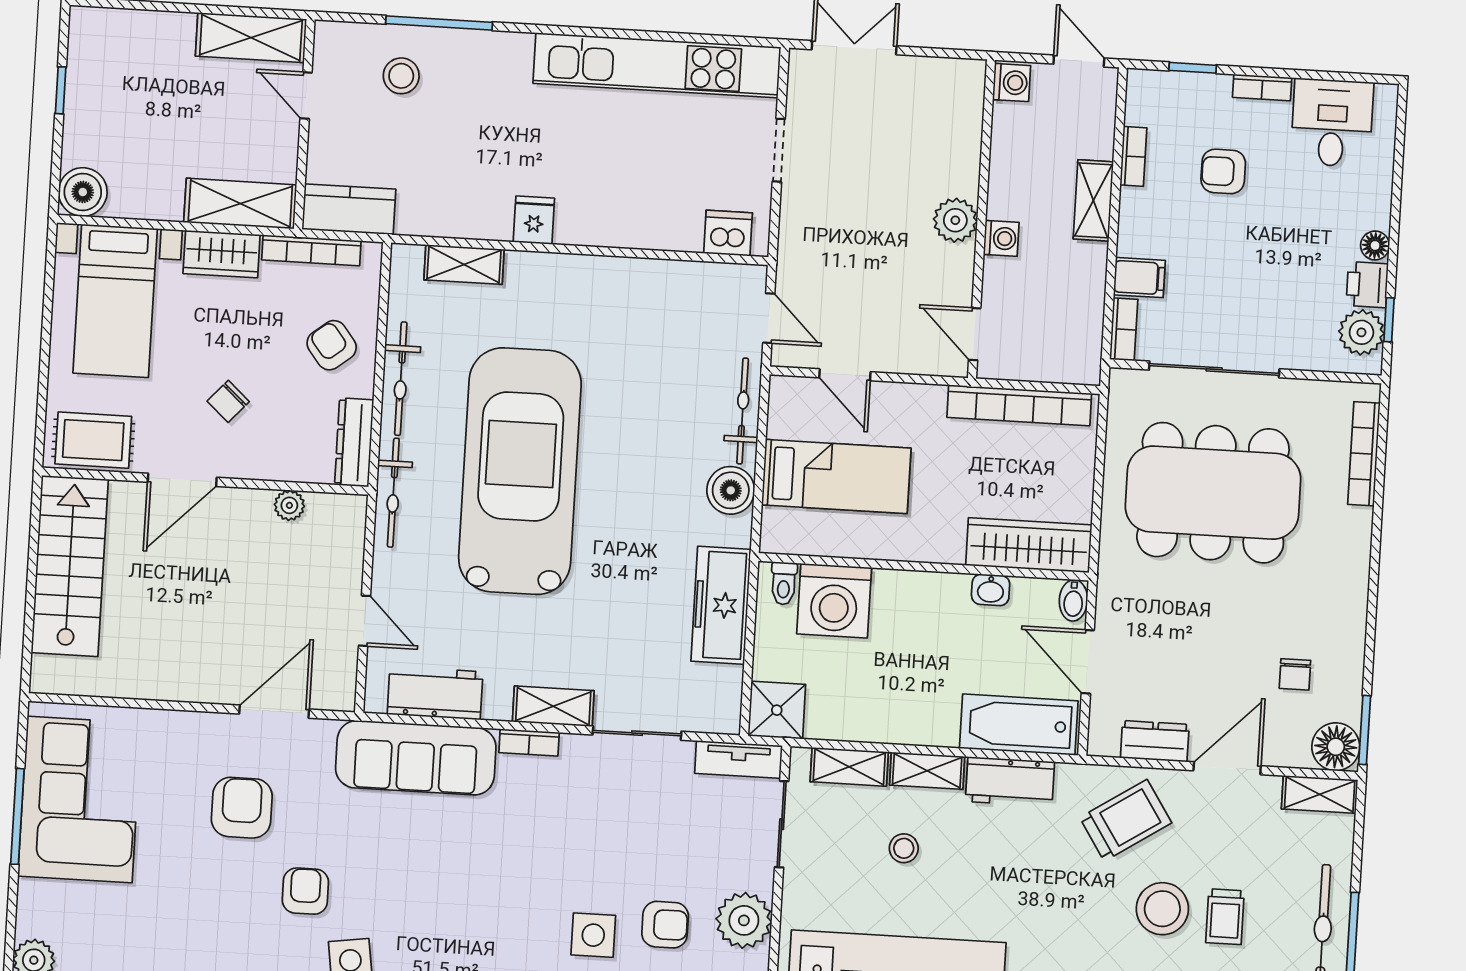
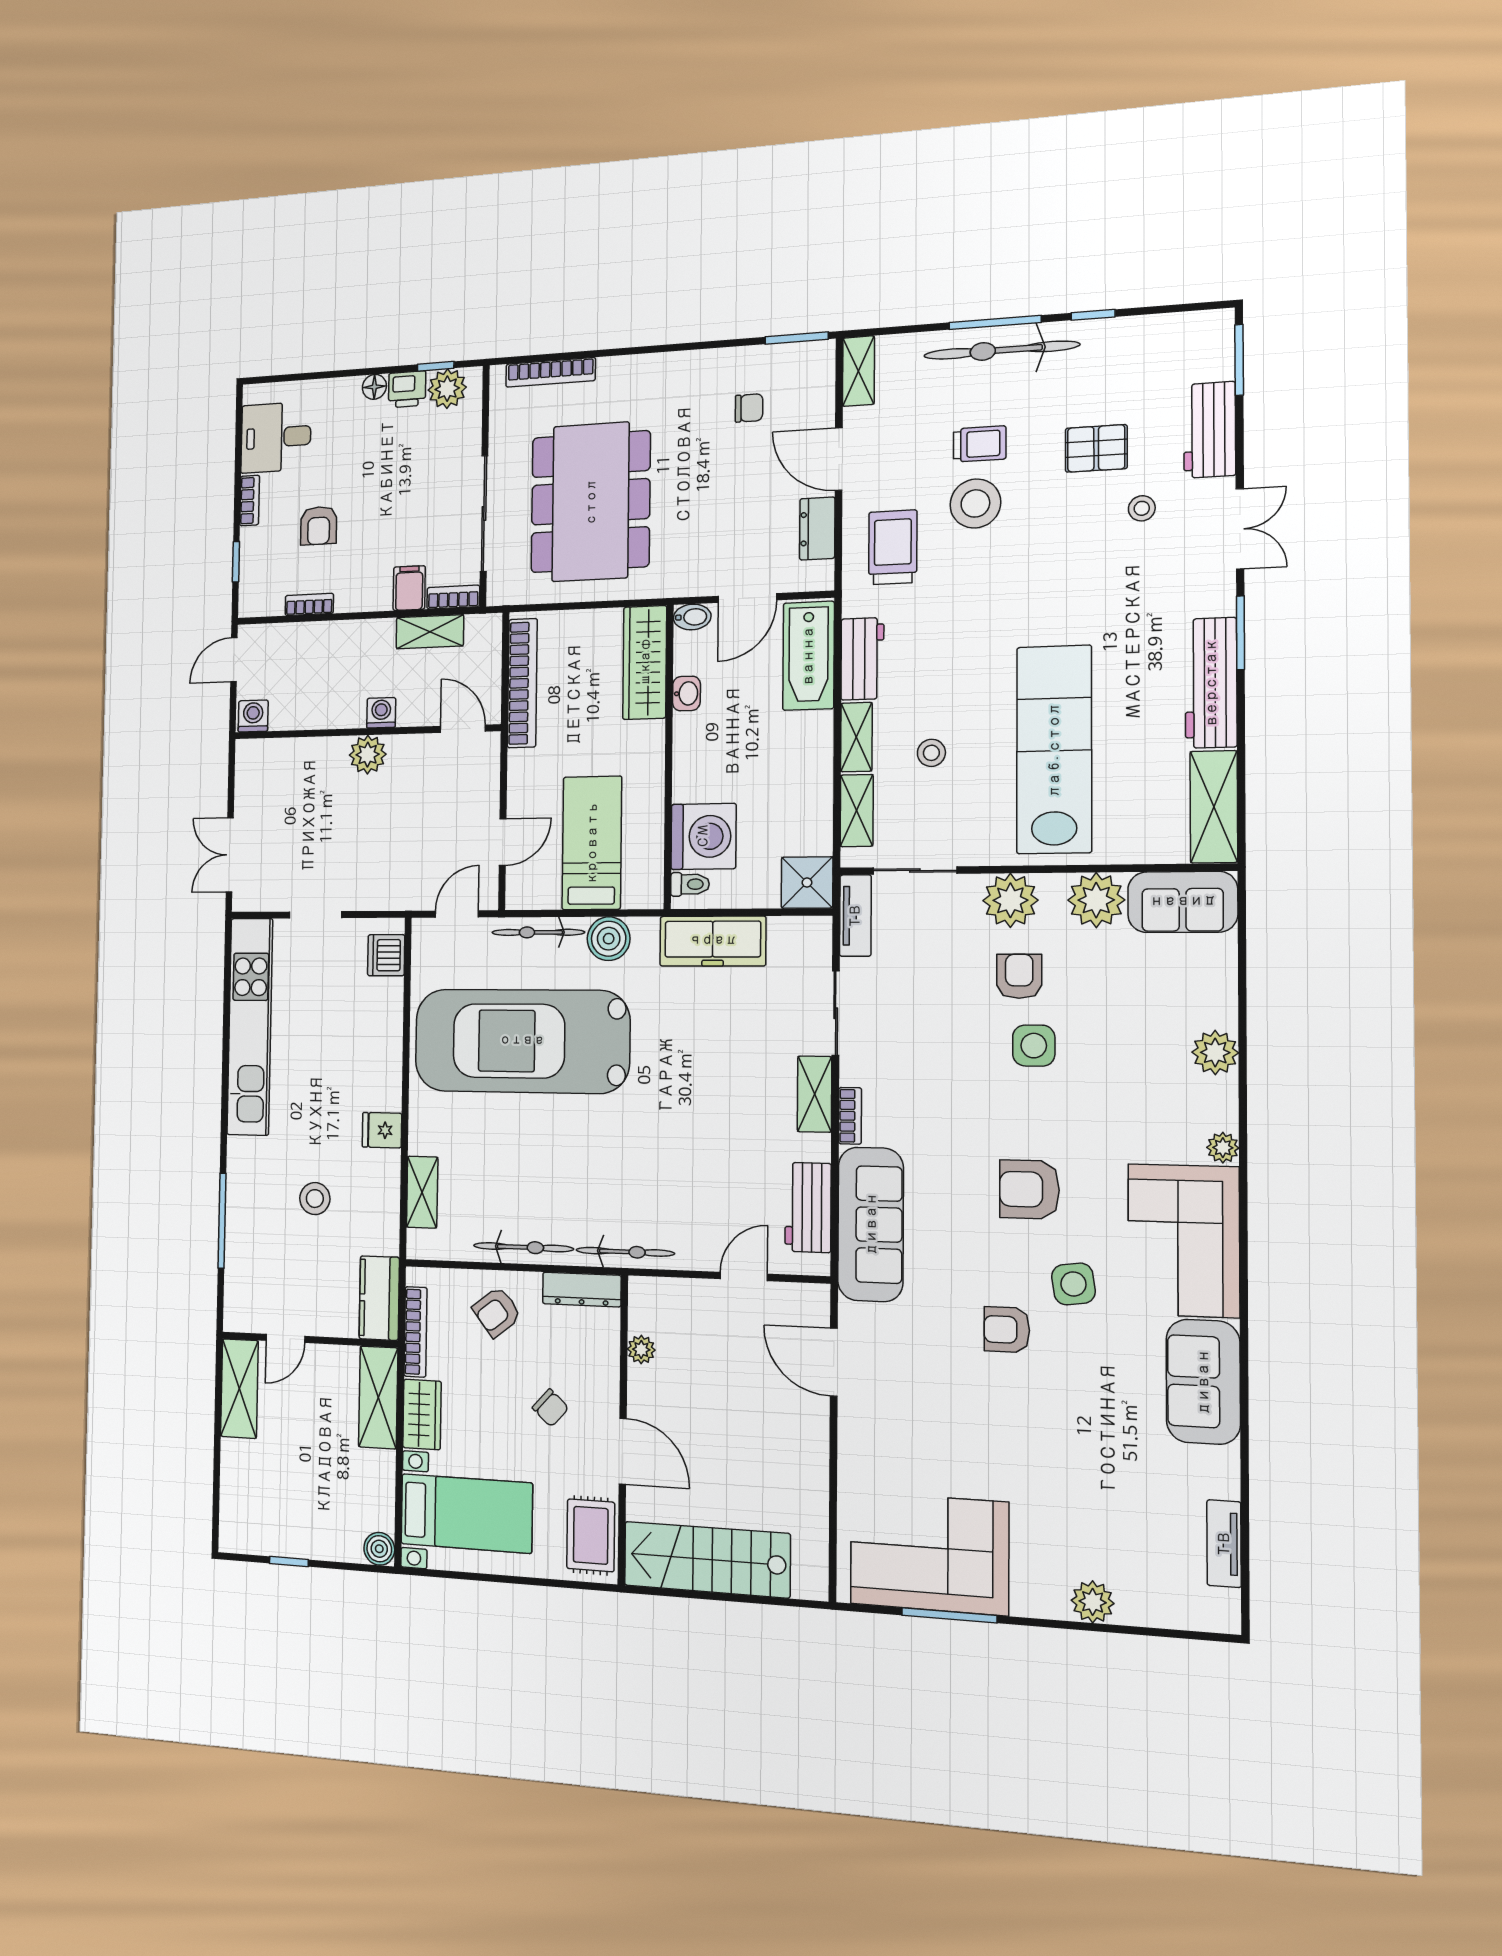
stool: (401, 76) -> (315, 1199), moved
boiler: (83, 192) -> (379, 1549), width x0.73, depth x0.73
shelving: (1093, 200) -> (430, 632), moved
door: (975, 334) -> (463, 729), swing flipped
car: (520, 471) -> (522, 1041), moved
floor lamp: (1336, 747) -> (813, 362), removed
armchair: (242, 808) -> (1029, 1189), moved
trolley: (1126, 820) -> (893, 547), turned 33

